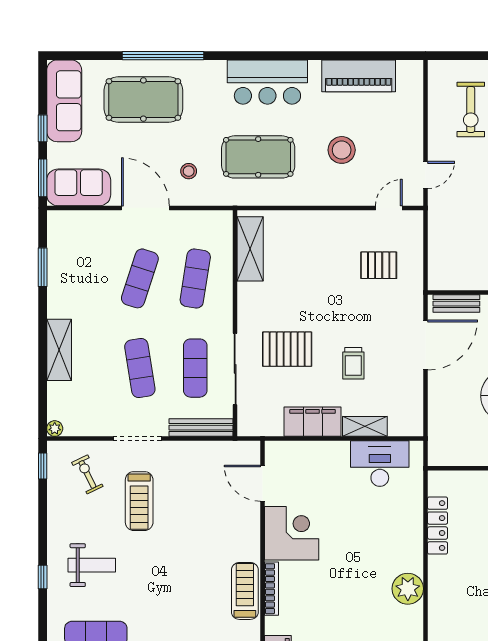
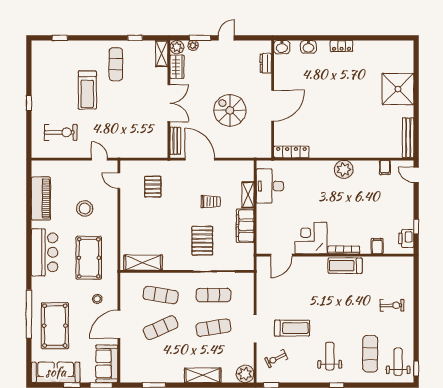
exercise mat: (140, 278) -> (161, 328), turned -42
bench: (201, 428) -> (249, 292), removed
plant: (55, 429) -> (245, 374), width x1.88, depth x1.88
locker: (438, 526) -> (291, 152), moved

